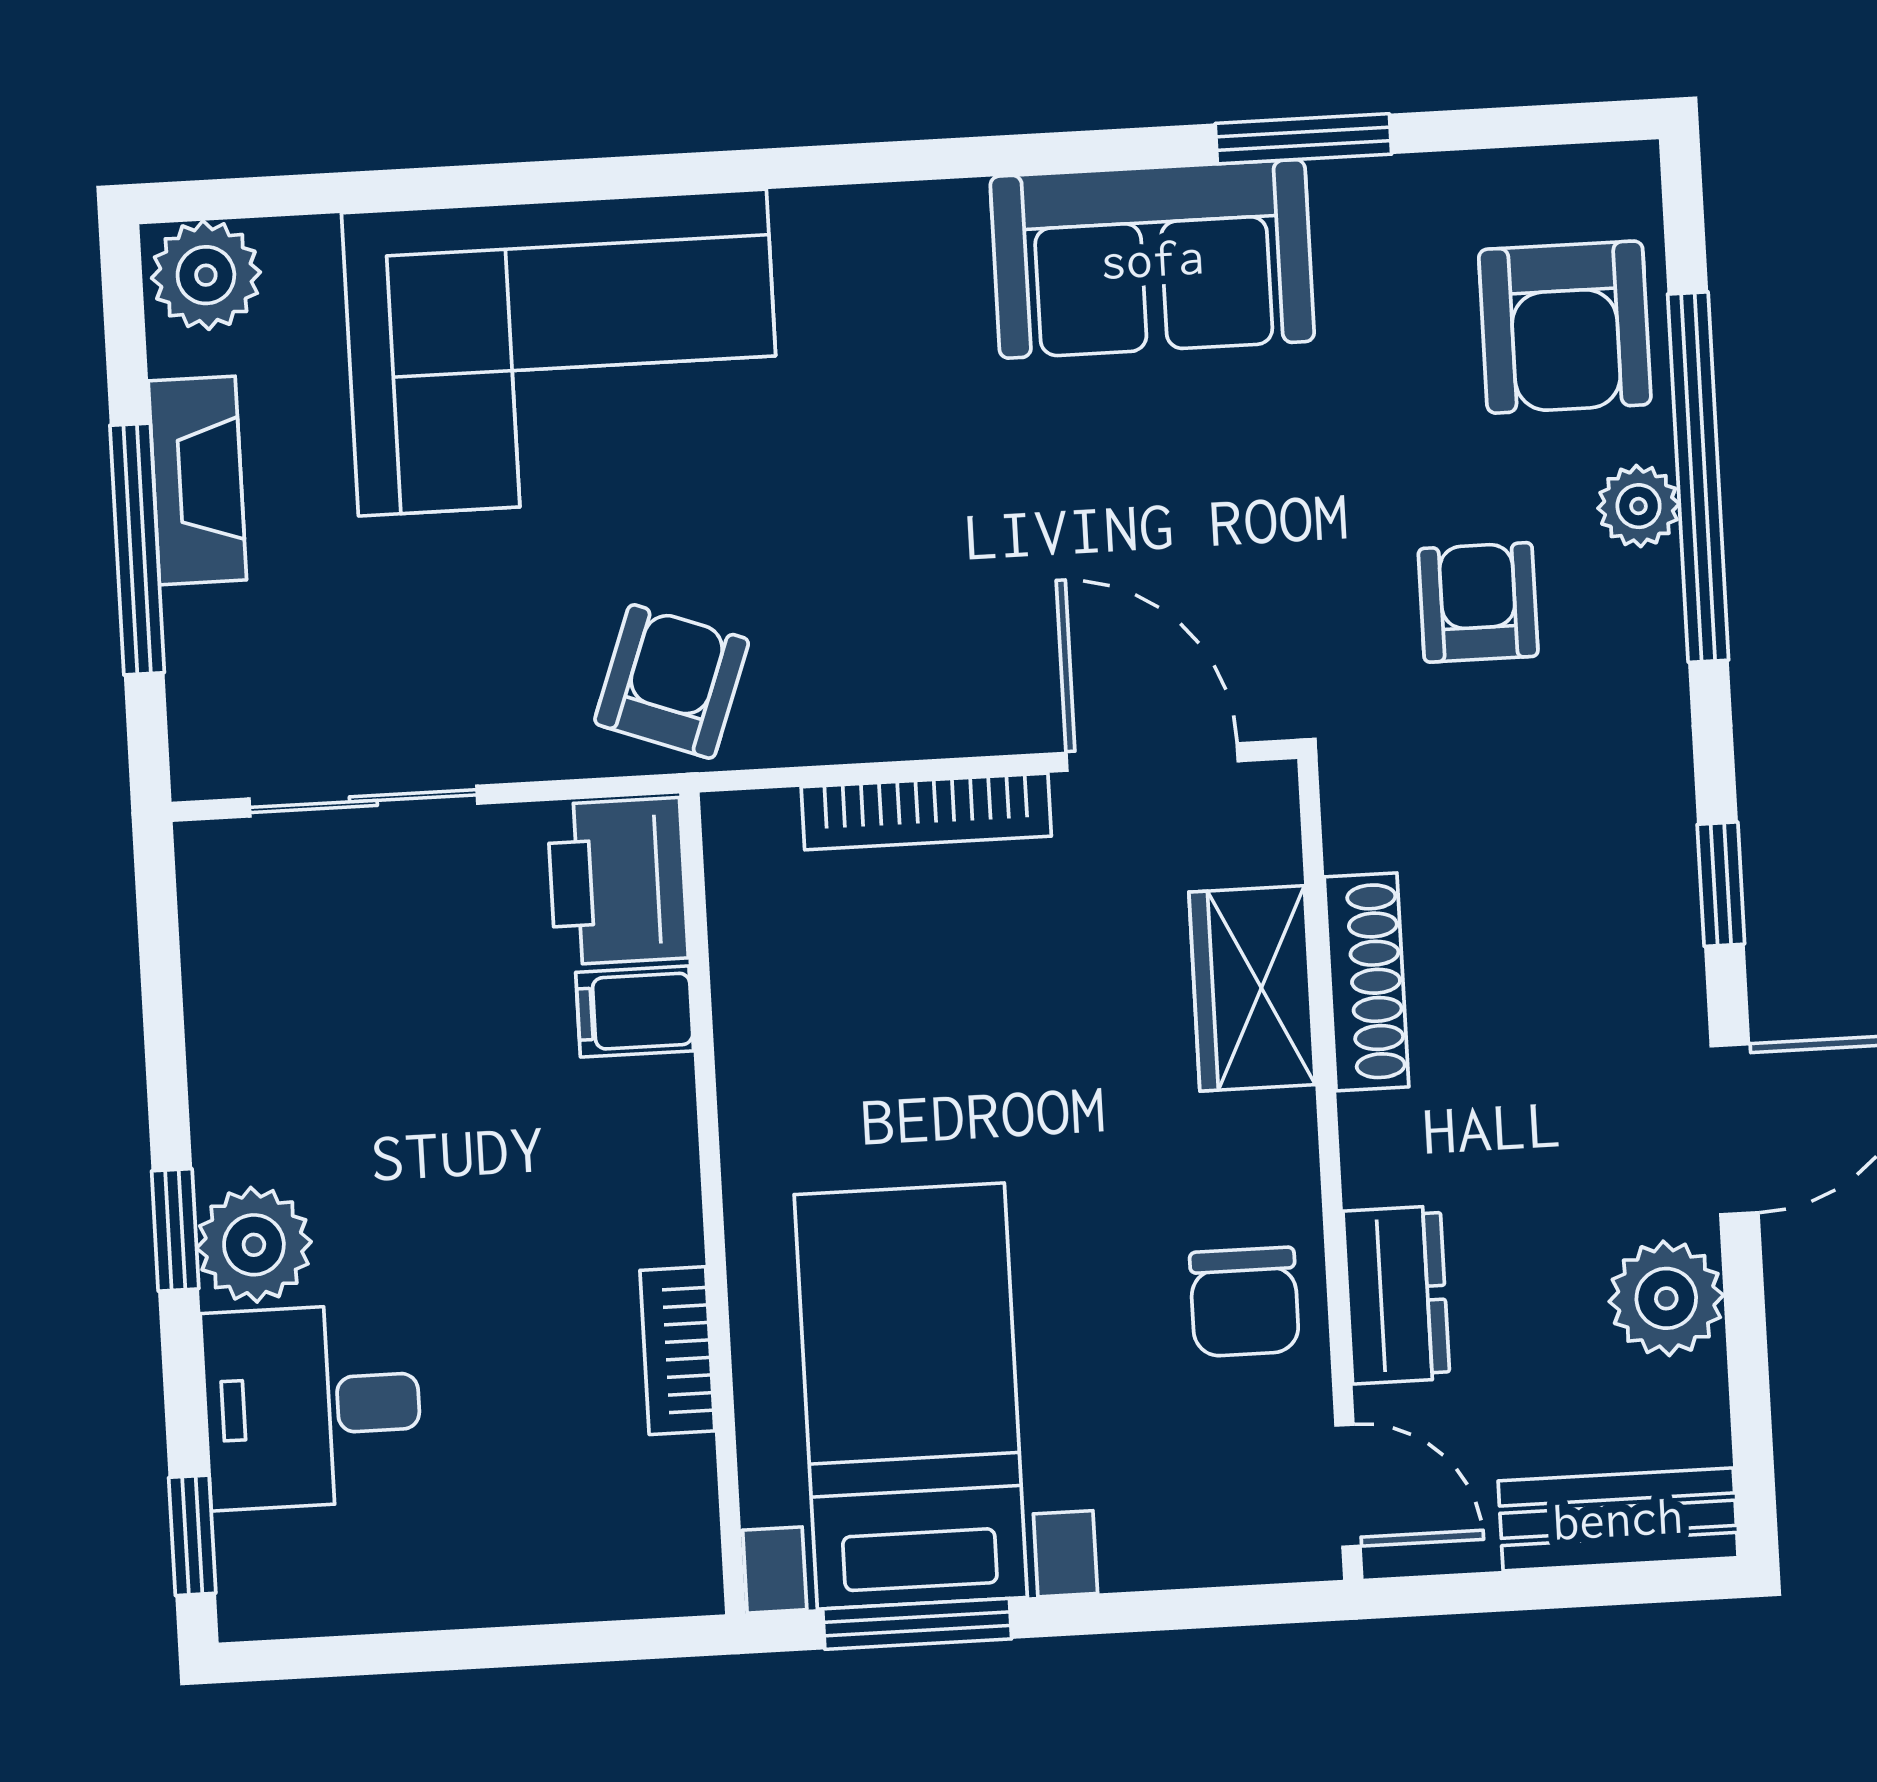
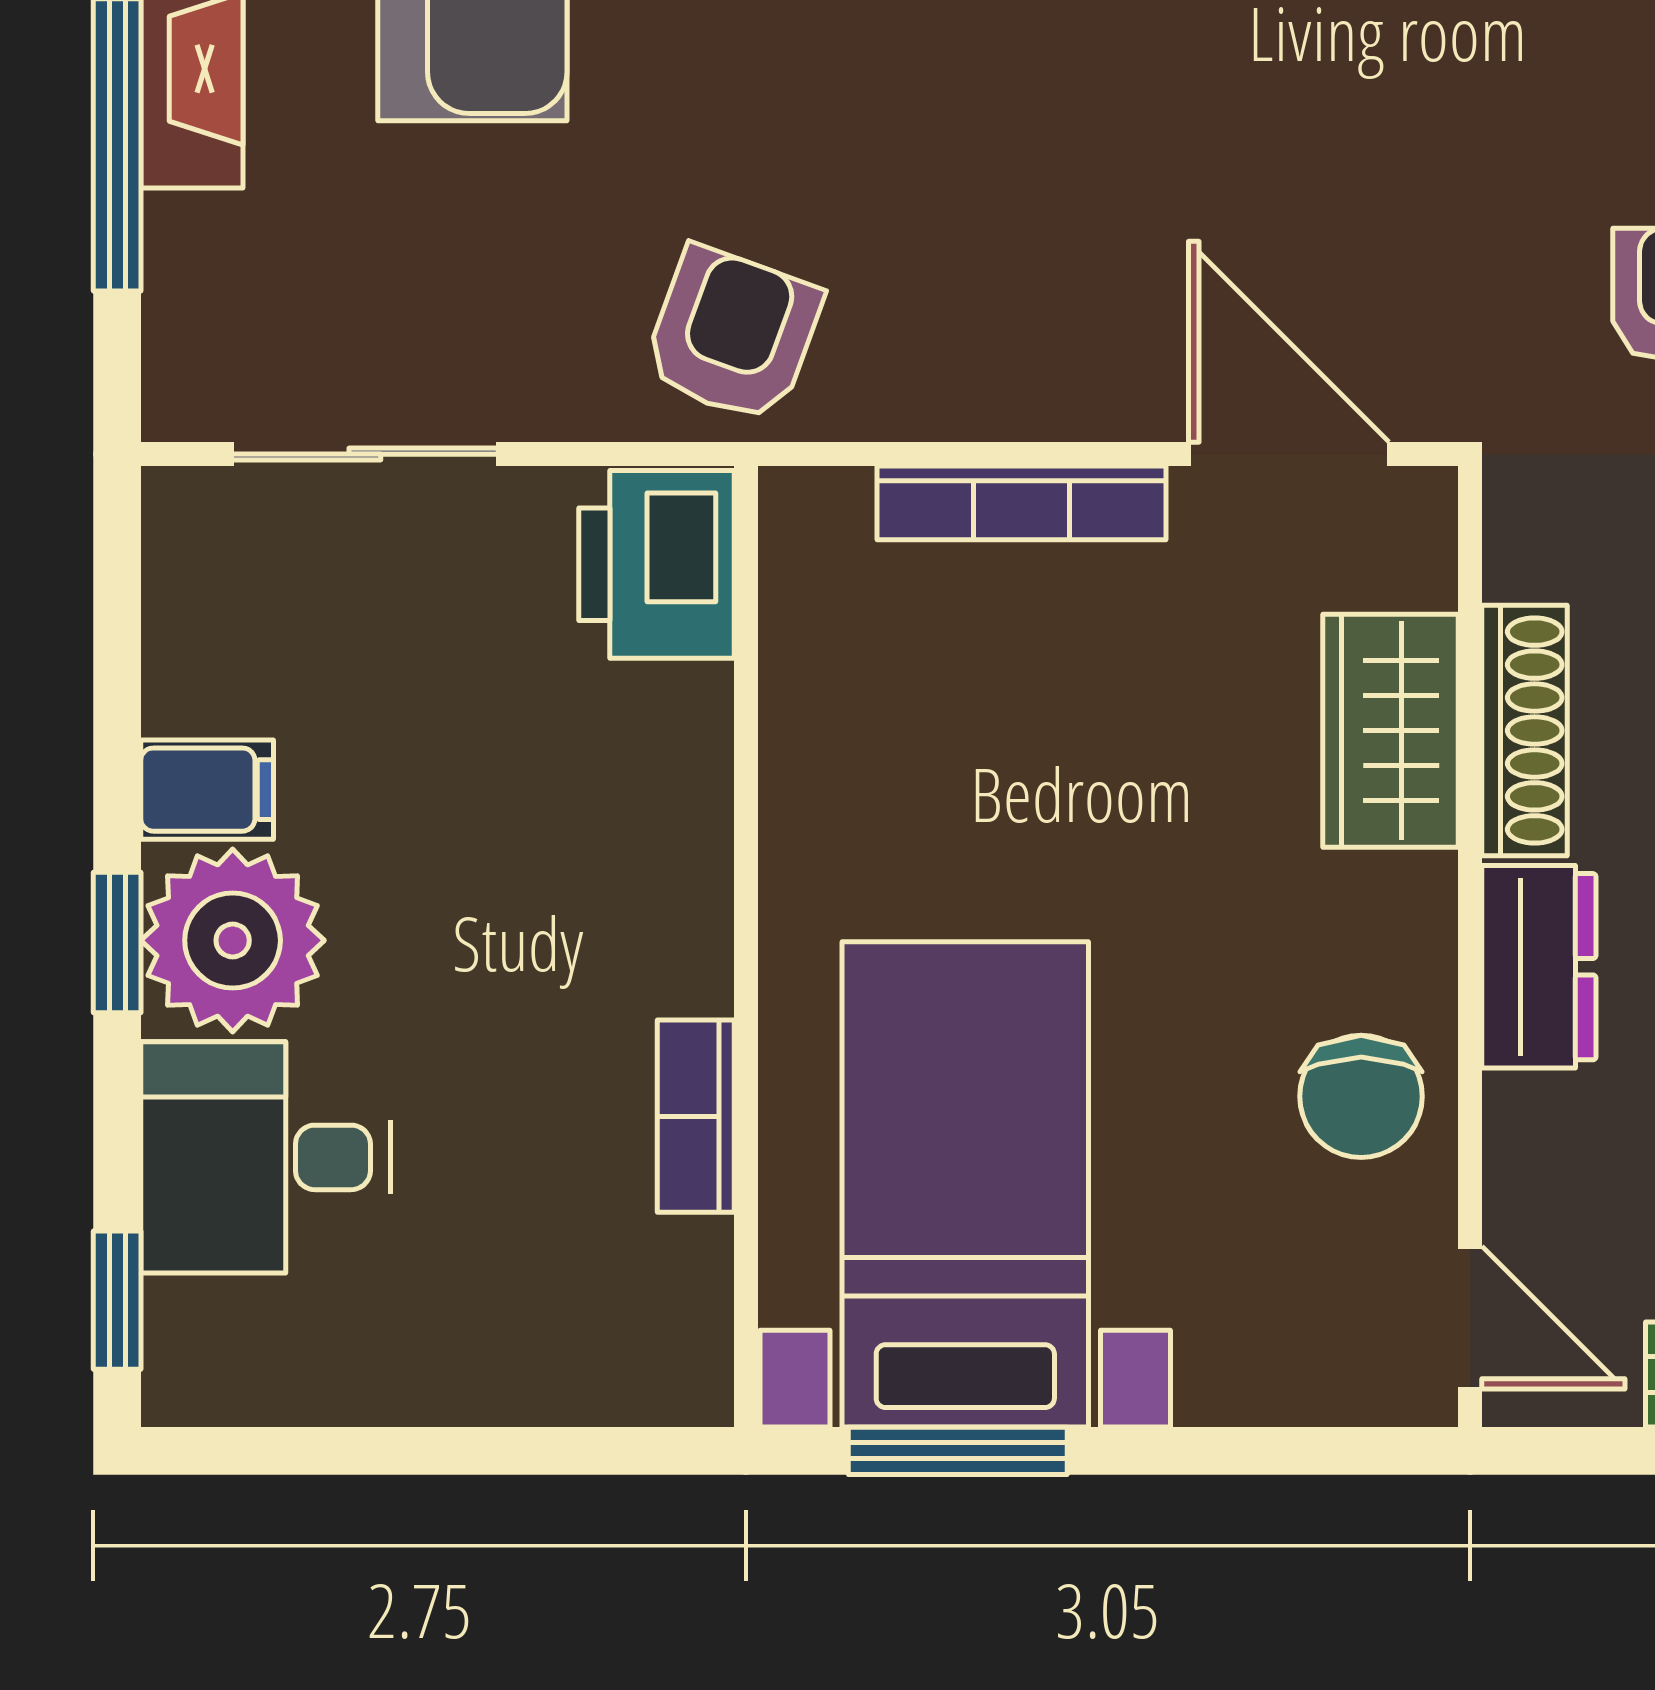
filing cabinet: (635, 1012) -> (207, 790), moved, turned 180
plant: (254, 1245) -> (233, 940), width x1.36, depth x1.36
dresser: (1396, 1295) -> (1539, 967), moved

